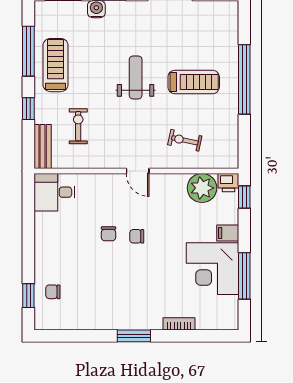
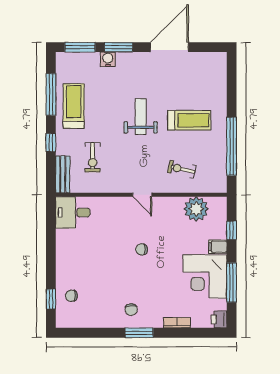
window: (244, 79) -> (232, 146), moved
exercise bike: (78, 126) -> (93, 157), turned 180
printer: (228, 183) -> (219, 319), moved, turned 90
window: (244, 197) -> (232, 230), moved
chair: (109, 234) -> (131, 310), moved

